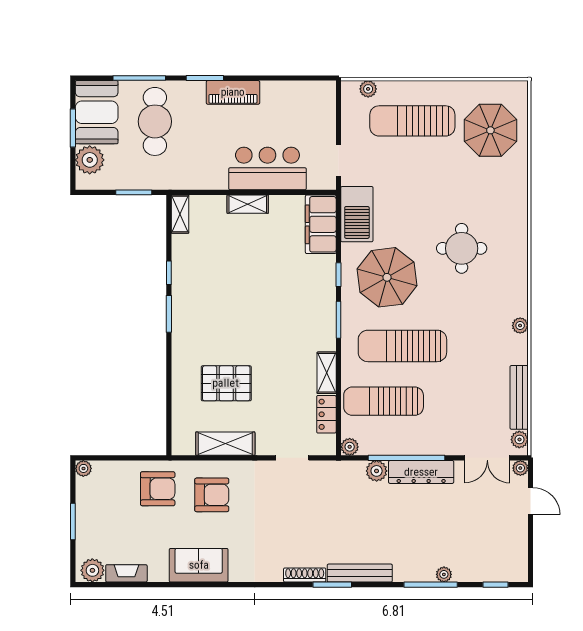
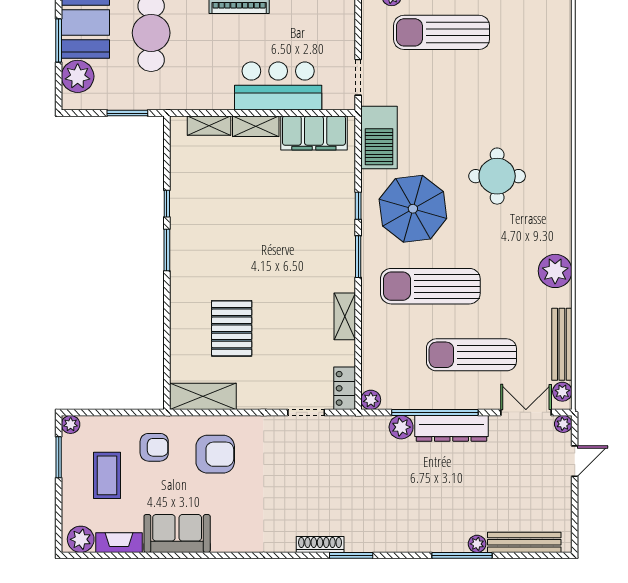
parasol: (490, 130) -> (530, 43), removed
shelving: (180, 214) -> (209, 126), moved, turned 90
filing cabinet: (321, 224) -> (314, 133), moved, turned -90
plant: (520, 326) -> (555, 271), width x1.88, depth x1.88
pallet: (226, 383) -> (232, 328), turned 90
sun lounger: (384, 401) -> (471, 355), moved
locker: (326, 414) -> (345, 388), moved
shelving: (225, 444) -> (203, 396), moved
double door: (487, 458) -> (526, 412), swing flipped
armchair: (158, 489) -> (154, 447), width x0.72, depth x0.72
door: (530, 501) -> (575, 461), hinge flipped
coffee table: (116, 514) -> (107, 475), added
window: (73, 521) -> (59, 457), moved
sofa: (199, 565) -> (177, 533), moved
bench: (360, 573) -> (524, 542), moved
window: (495, 585) -> (535, 555), removed

